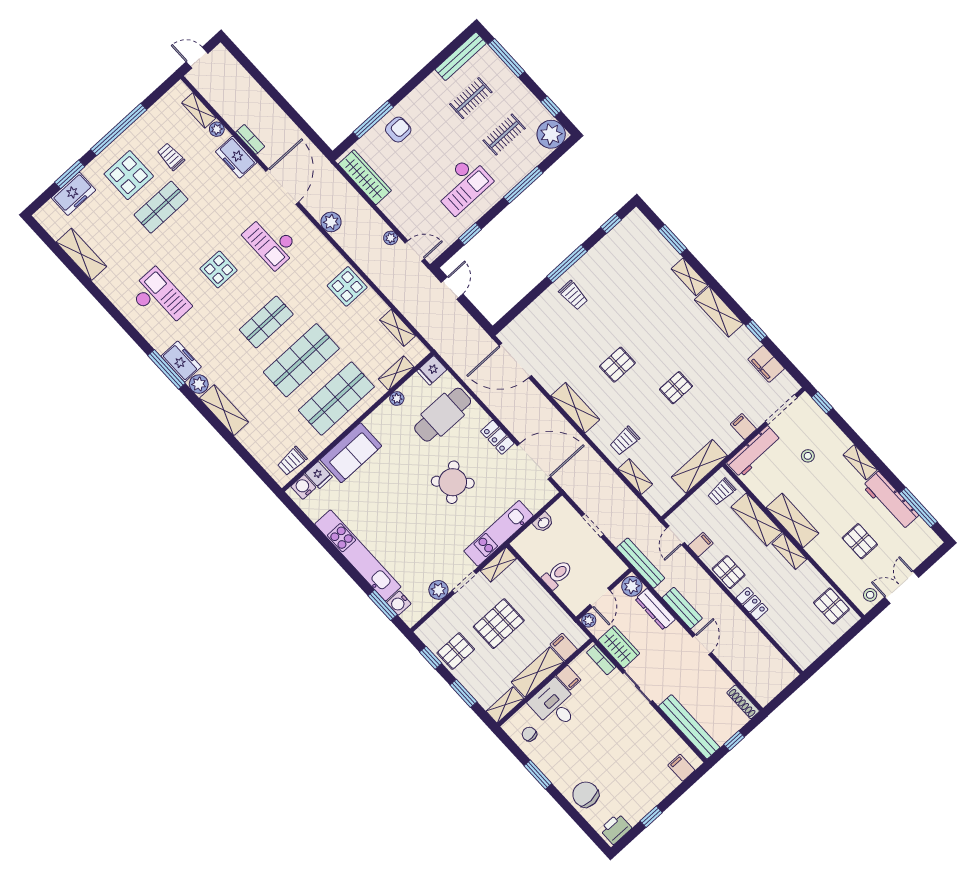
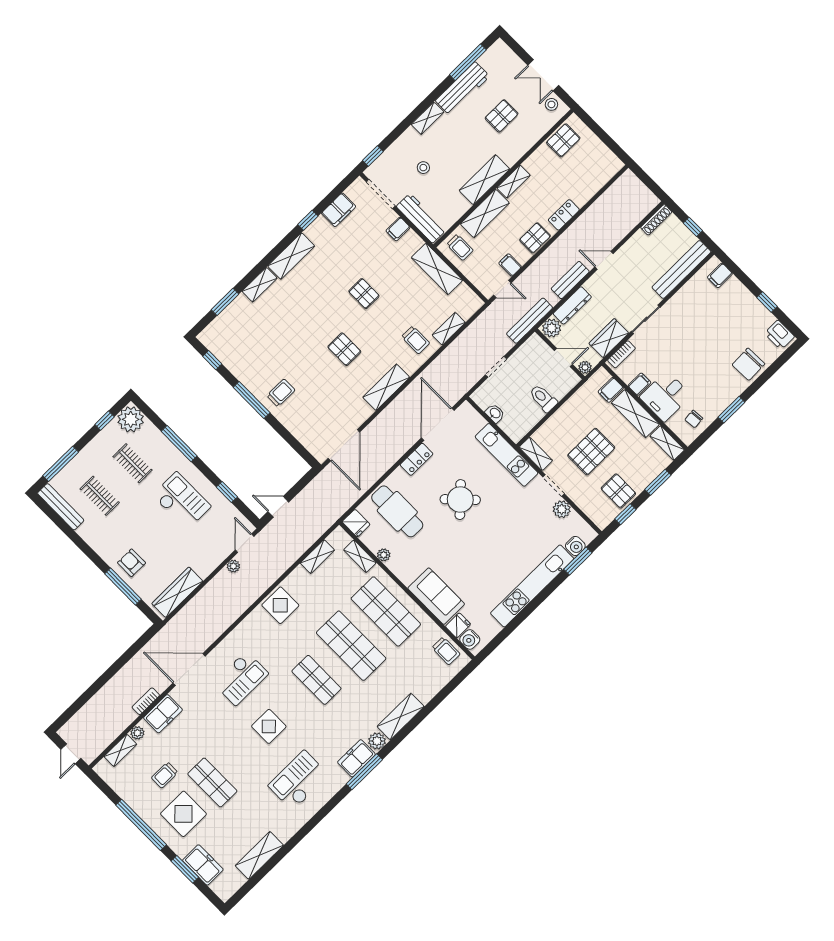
plant: (331, 222) -> (220, 623), removed
pallet: (499, 624) -> (591, 452), turned 90

